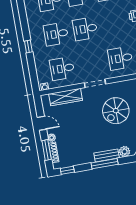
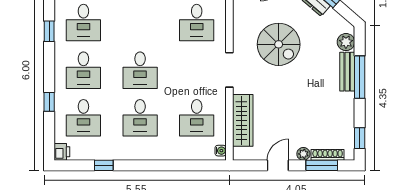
window: (28, 46) -> (104, 165), moved

